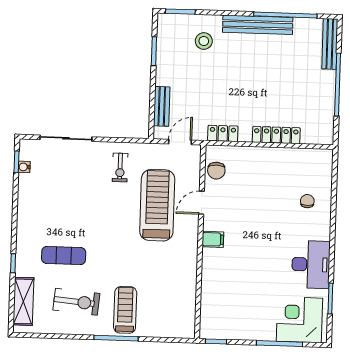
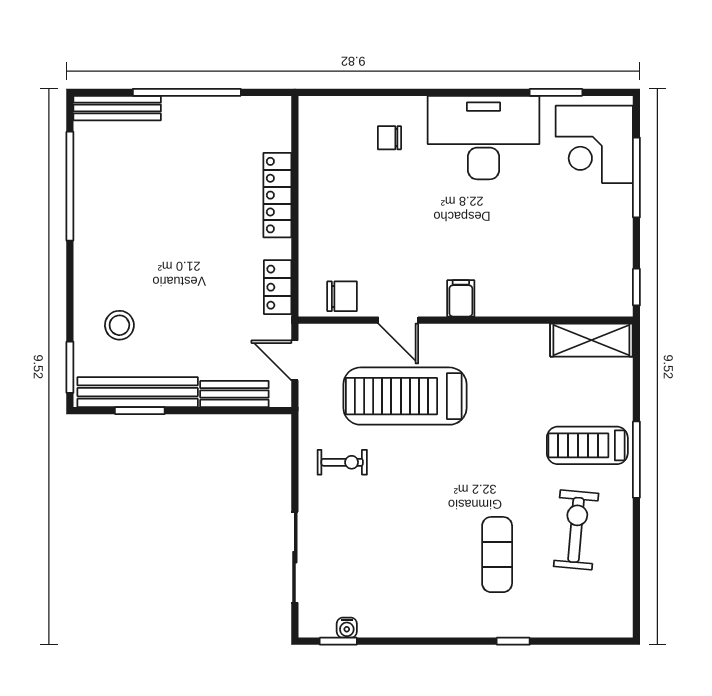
bench: (258, 25) -> (138, 392), moved, turned 90
desk: (311, 264) -> (483, 138), width x1.36, depth x1.30
shelving: (23, 301) -> (591, 340), moved

